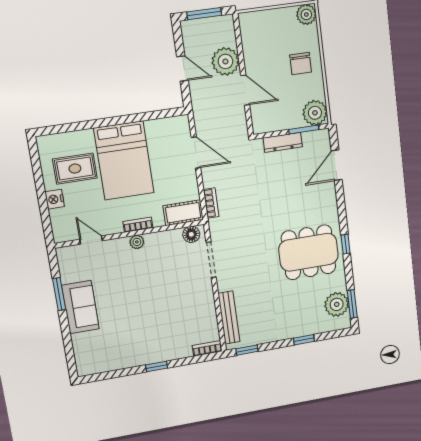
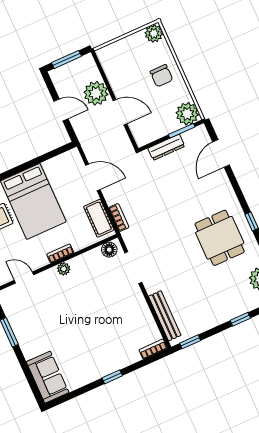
cot: (183, 213) -> (99, 218), moved, turned 90
dining table: (309, 252) -> (220, 238), width x0.73
sofa: (80, 307) -> (48, 377), moved

